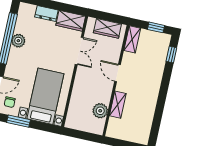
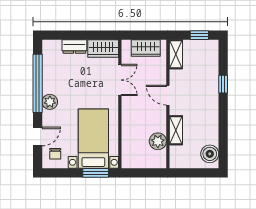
plant: (18, 41) -> (50, 102), moved
window: (171, 54) -> (223, 84), moved
window: (18, 121) -> (96, 173), moved
boiler: (142, 131) -> (210, 154), added

